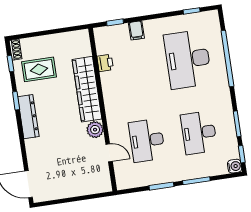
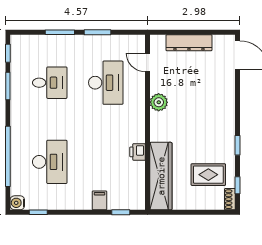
desk: (188, 59) -> (50, 162), width x0.73, depth x0.77
printer: (105, 63) -> (138, 152), moved
wardrobe: (87, 89) -> (161, 176), moved
dresser: (28, 117) -> (189, 43), moved, turned -90
desk: (199, 133) -> (50, 83), width x0.73
door: (109, 153) -> (148, 62), moved
water cooler: (235, 166) -> (17, 203), moved

